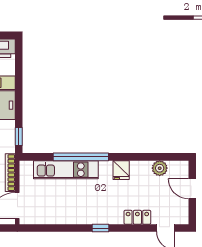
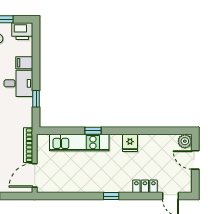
window: (19, 136) -> (36, 99), moved
window: (81, 157) -> (93, 131), width x0.32
plant: (160, 168) -> (185, 141), moved

